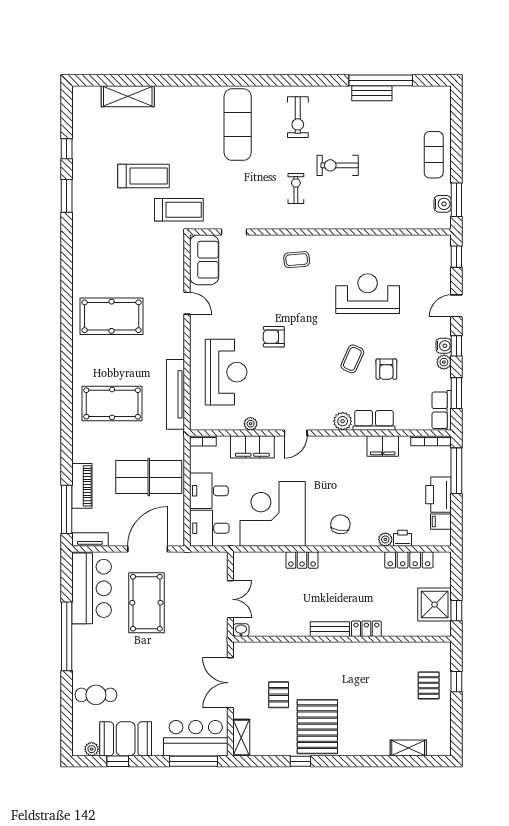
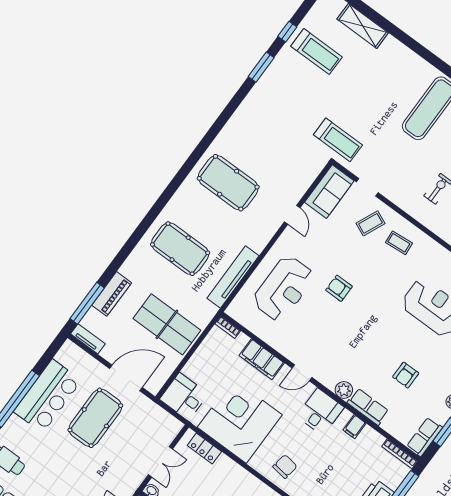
treadmill: (144, 176) -> (317, 52), moved
coffee table: (352, 359) -> (370, 223), moved
plant: (251, 424) -> (273, 341), removed
filing cabinet: (383, 446) -> (354, 427), width x0.50
desk: (209, 491) -> (320, 412), moved, turned 90
locker: (302, 560) -> (204, 449), moved
bar counter: (92, 588) -> (48, 396), moved

